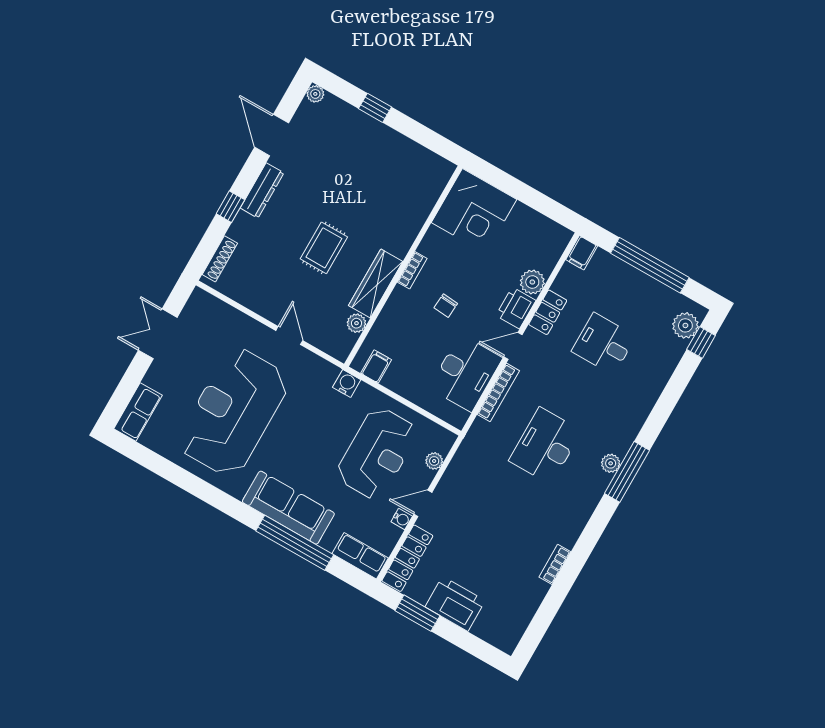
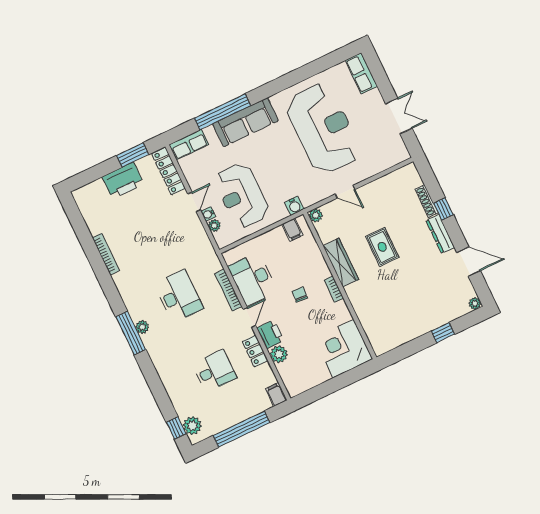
shoe rack: (220, 259) -> (427, 201), moved
plant: (356, 323) -> (316, 215), moved
water cooler: (402, 519) -> (208, 214), moved
bookcase: (555, 564) -> (106, 254), width x1.56

